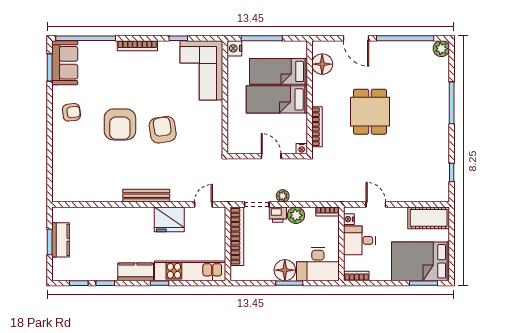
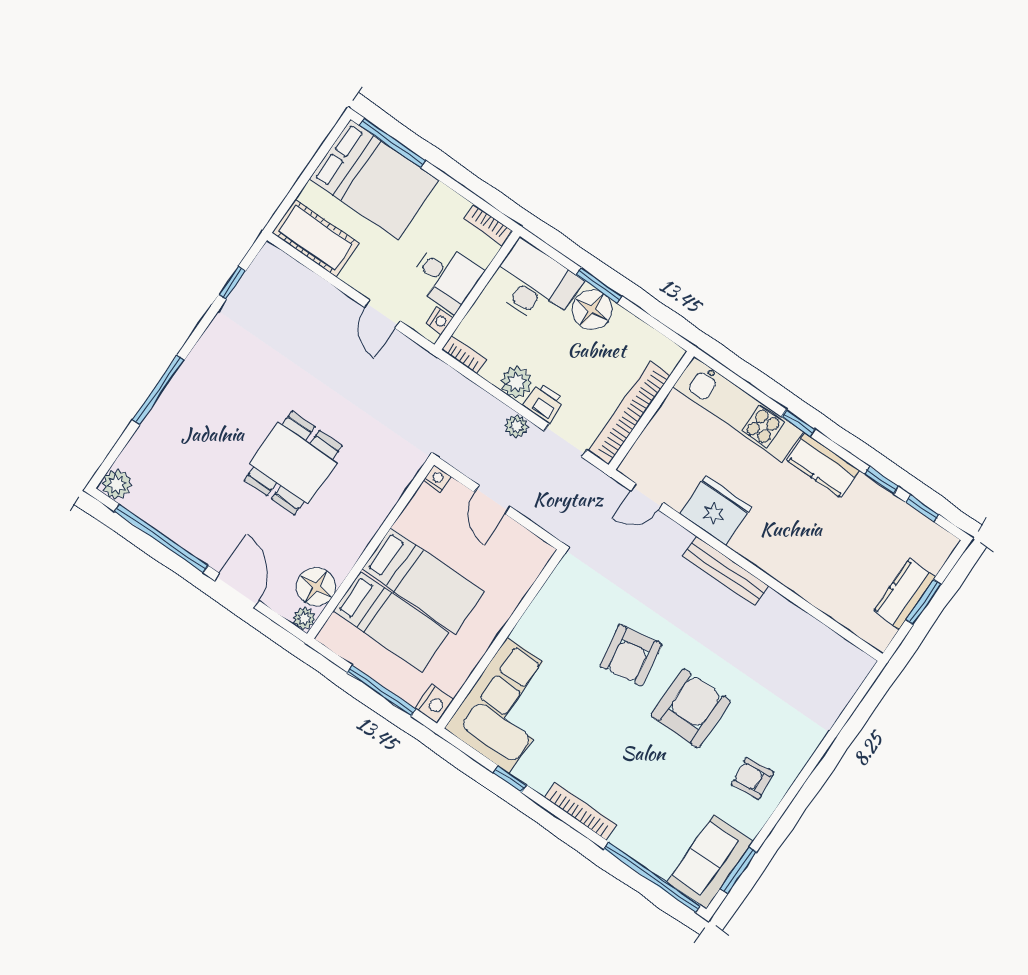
plant: (318, 47) -> (304, 618), added
bookcase: (317, 127) -> (390, 496), removed
window: (424, 283) -> (392, 143), width x1.44

